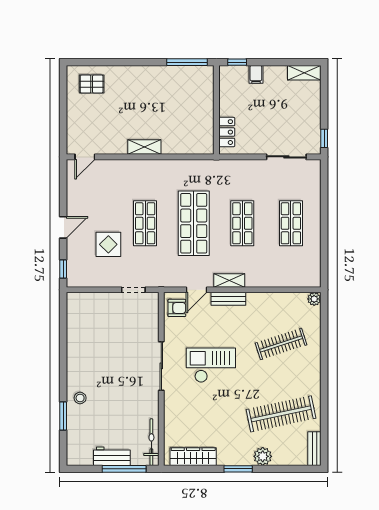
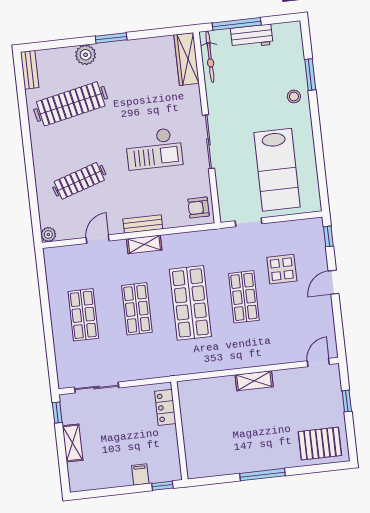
window: (187, 62) -> (262, 475), moved
shelving: (304, 73) -> (73, 443), moved, turned 90
pallet: (92, 84) -> (320, 444), width x1.50, depth x1.42
window: (63, 119) -> (347, 401), added
door: (197, 290) -> (98, 239), moved
lab bench: (103, 334) -> (277, 170), added
wardrobe: (193, 457) -> (186, 59), moved, turned 90

